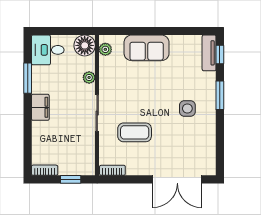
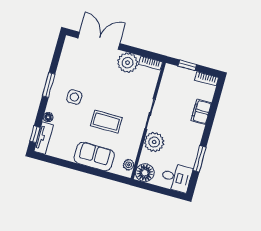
plant: (89, 77) -> (154, 142), width x1.88, depth x1.88
floor lamp: (210, 78) -> (48, 117), added
window: (220, 95) -> (49, 85), moved
filing cabinet: (40, 107) -> (201, 112), moved
coffee table: (135, 132) -> (106, 122), moved
plant: (138, 164) -> (128, 63), added

